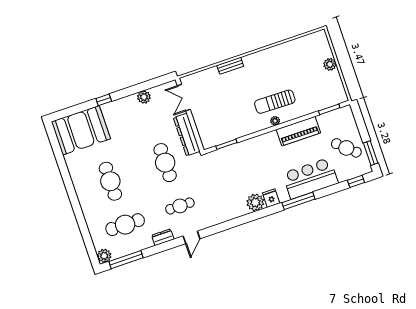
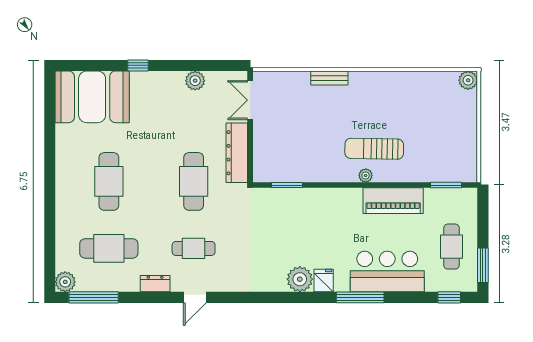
plant: (330, 64) -> (468, 80), moved
cafe table: (346, 148) -> (452, 247), turned 48

